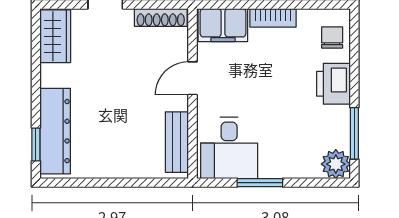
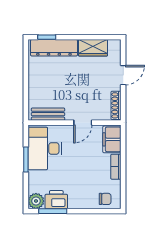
wardrobe: (55, 36) -> (93, 48), moved
door: (192, 78) -> (83, 123), swing flipped
printer: (333, 84) -> (56, 200), moved
desk: (229, 148) -> (45, 148), width x1.37

